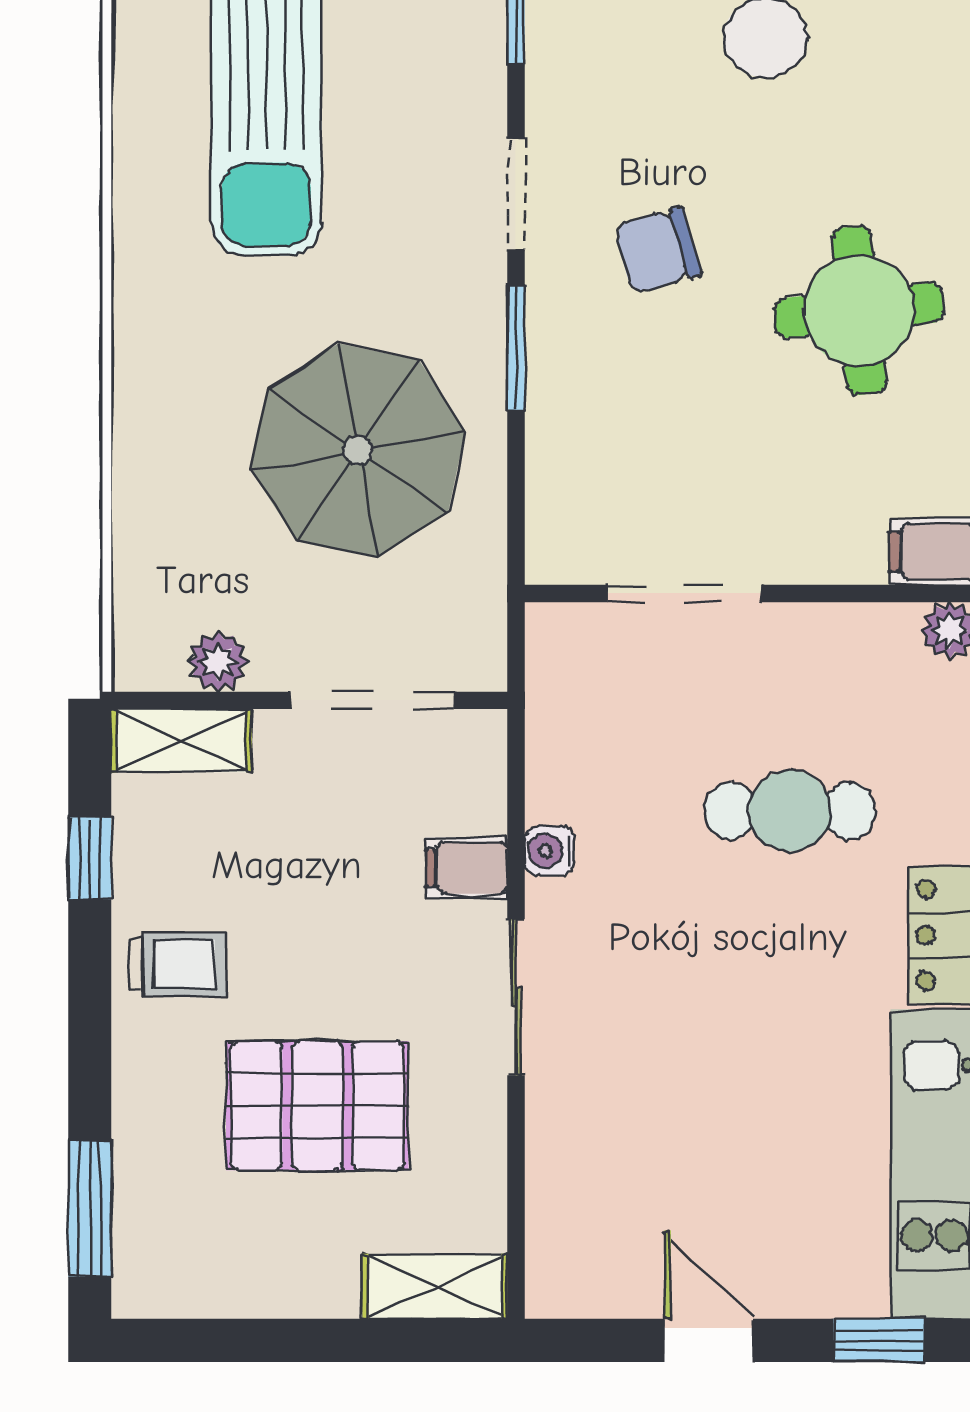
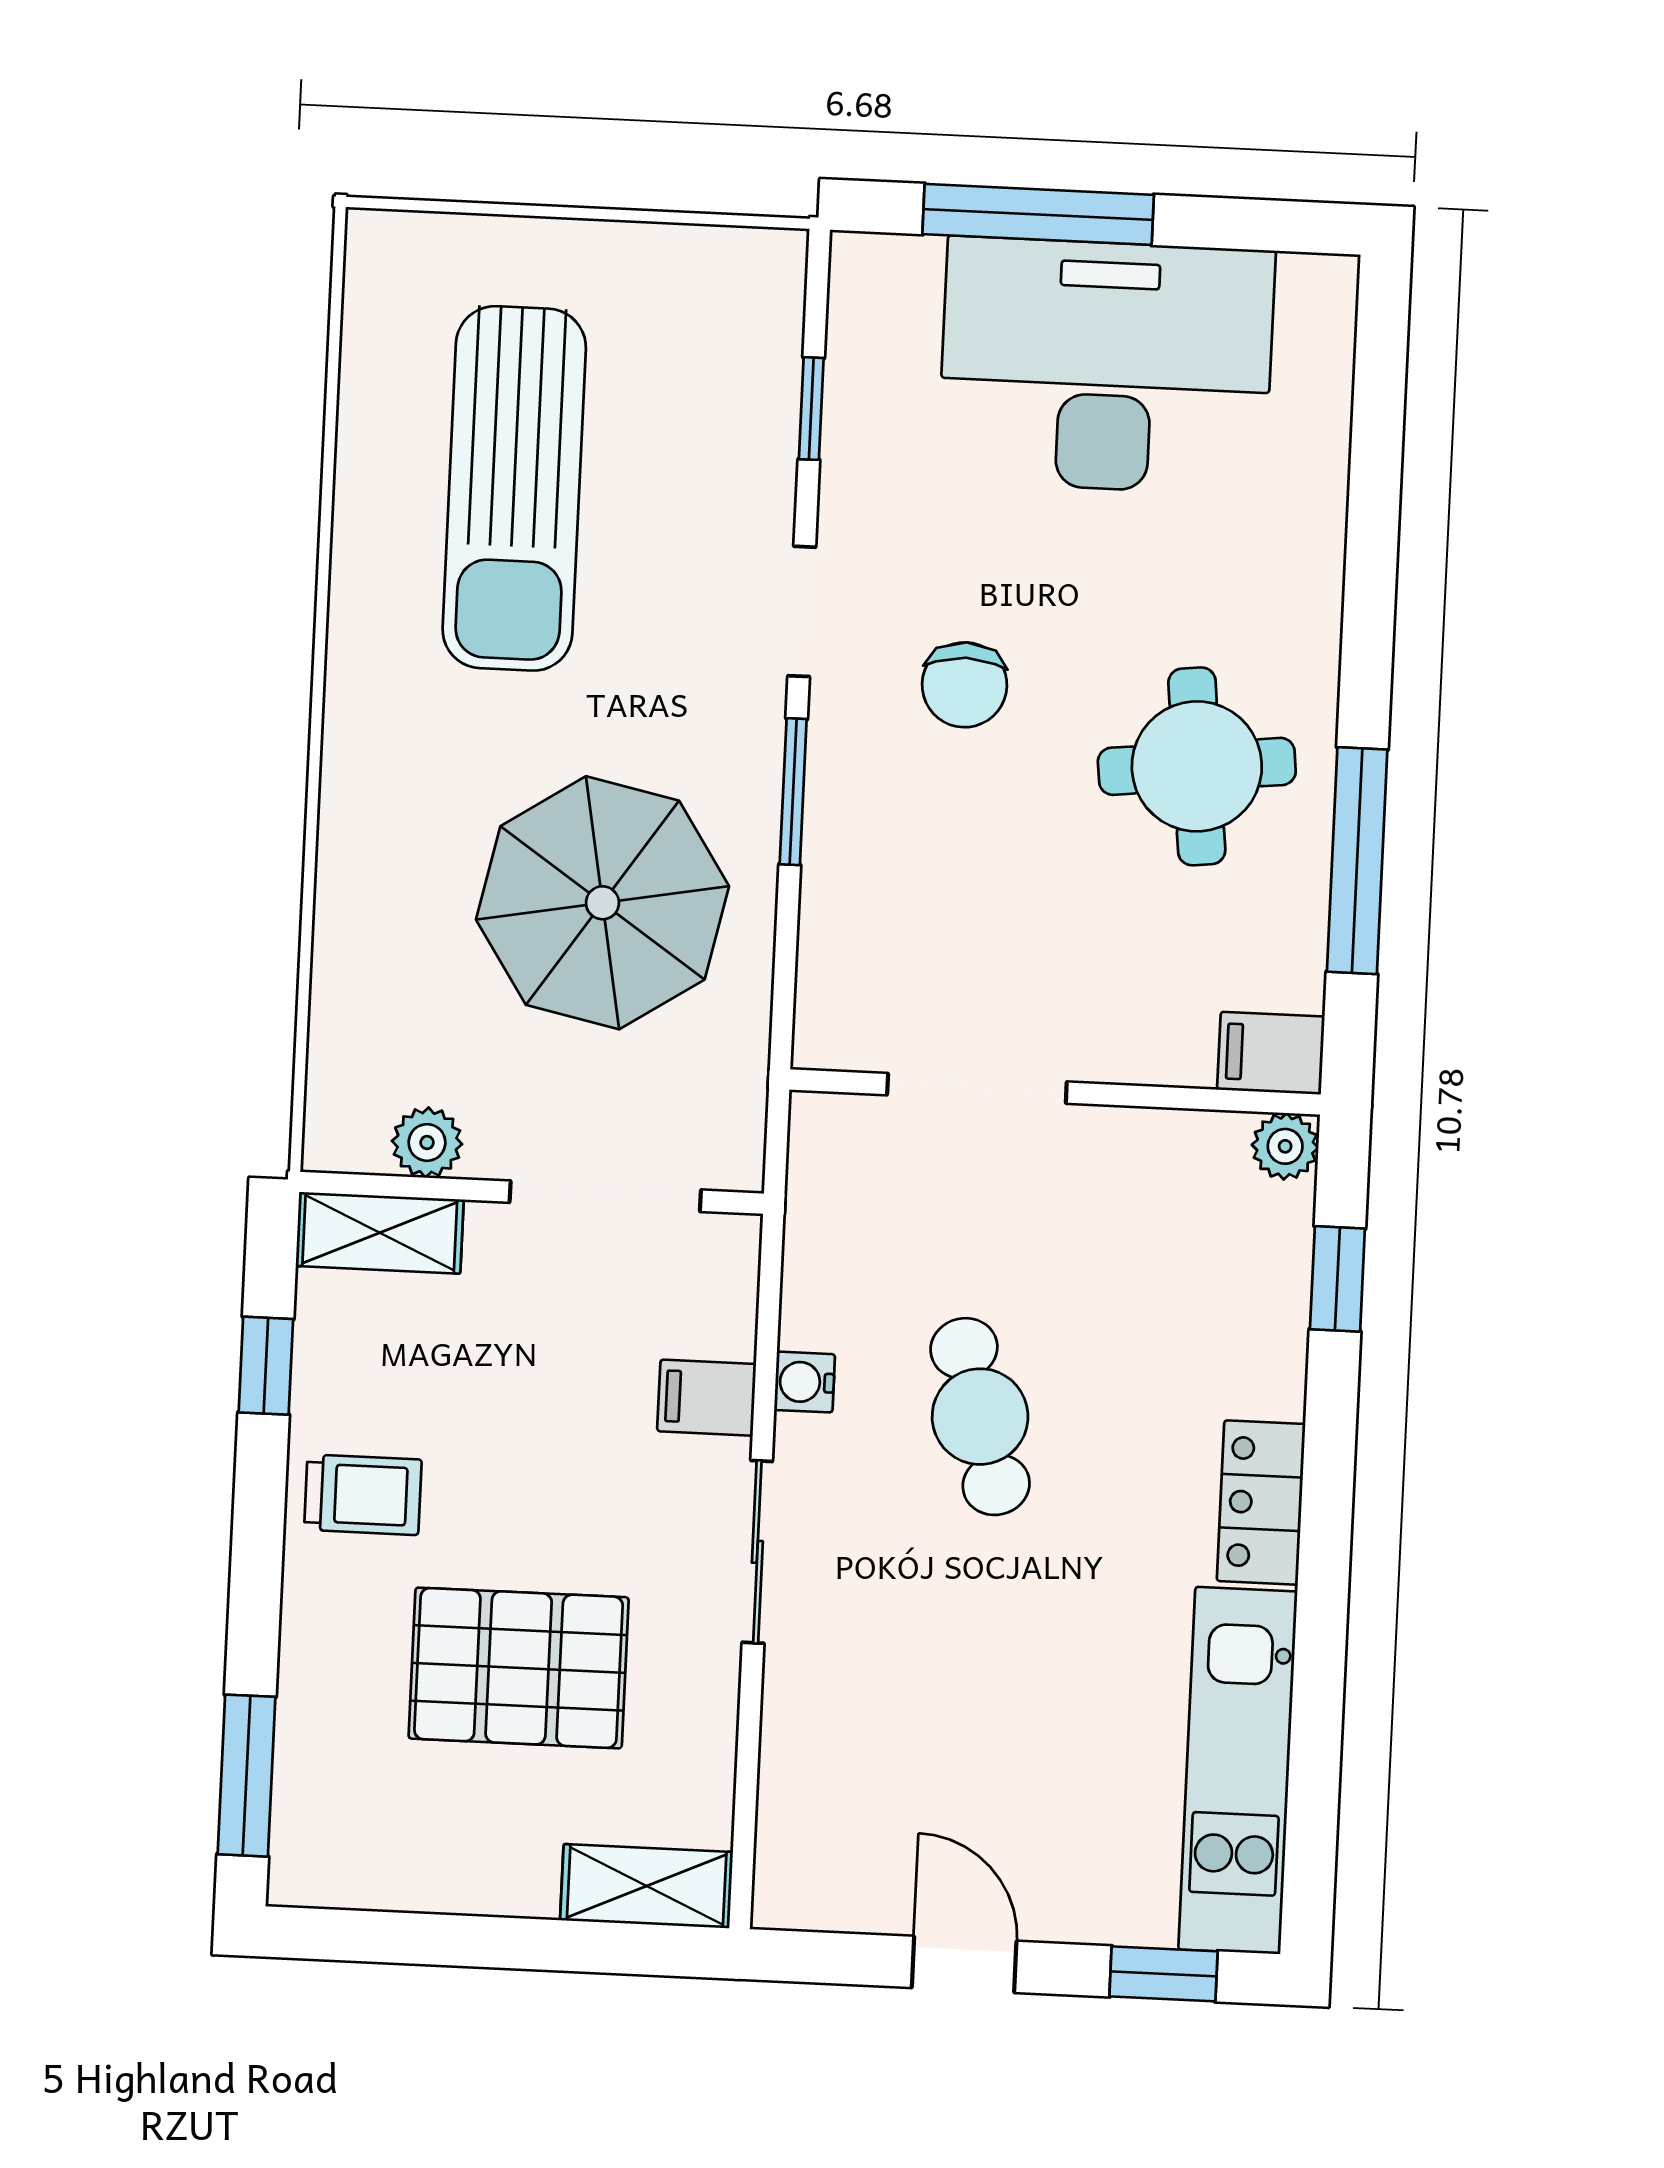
chair: (658, 250) -> (965, 685), turned -74
cafe table: (790, 811) -> (980, 1417), moved, turned 74

